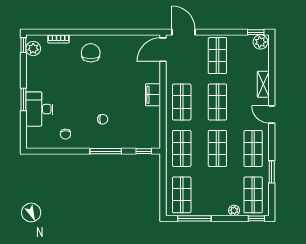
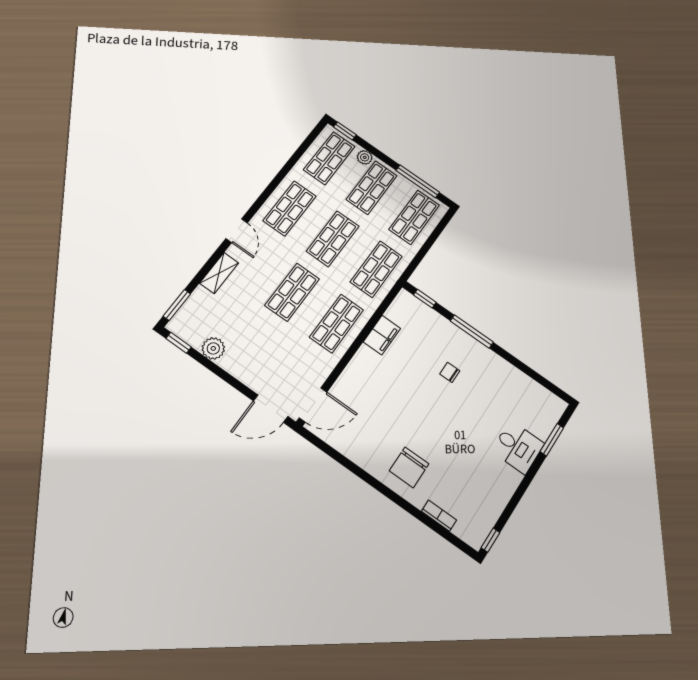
door: (184, 32) -> (271, 409), hinge flipped
plant: (260, 42) -> (213, 348), moved
plant: (33, 49) -> (480, 526), removed
shop shelf: (217, 56) -> (372, 188), moved
filing cabinet: (153, 95) -> (382, 335), moved
window: (23, 99) -> (552, 440), moved
desk: (39, 109) -> (518, 447), width x0.73
chair: (65, 134) -> (508, 387), removed
window: (272, 172) -> (177, 305), moved

